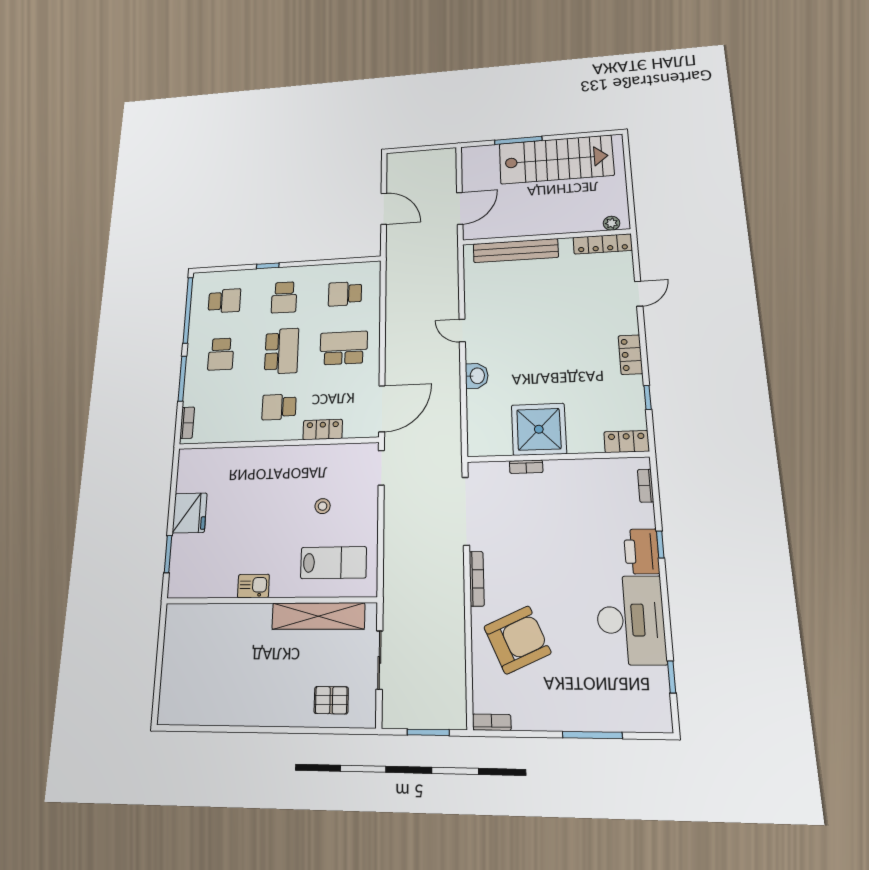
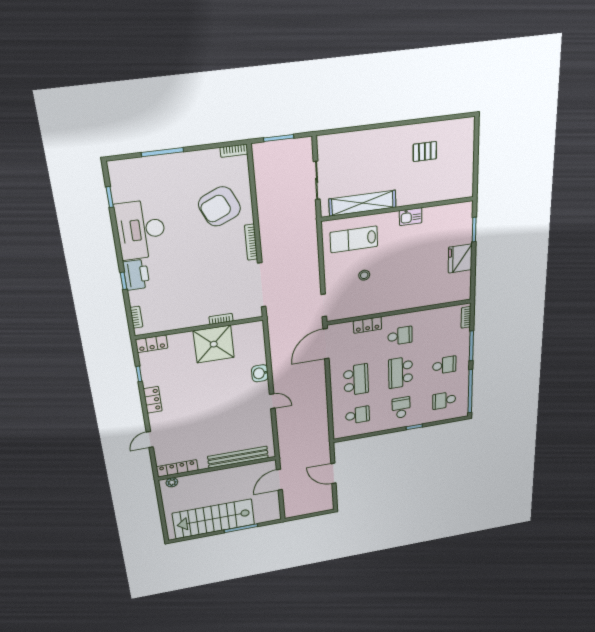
school desk: (344, 348) -> (356, 380), turned -90
school desk: (221, 354) -> (444, 365), turned 90
pallet: (331, 700) -> (425, 152), moved

